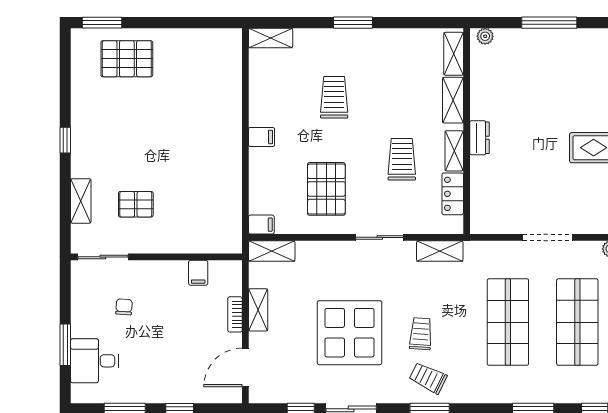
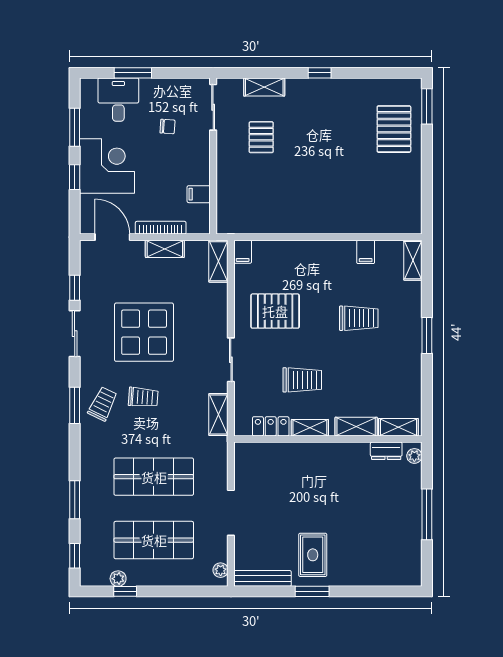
filing cabinet: (261, 137) -> (366, 252), moved
dresser: (480, 138) -> (386, 451), moved
bookcase: (235, 314) -> (161, 228), width x1.56
corner desk: (167, 373) -> (107, 166), added

